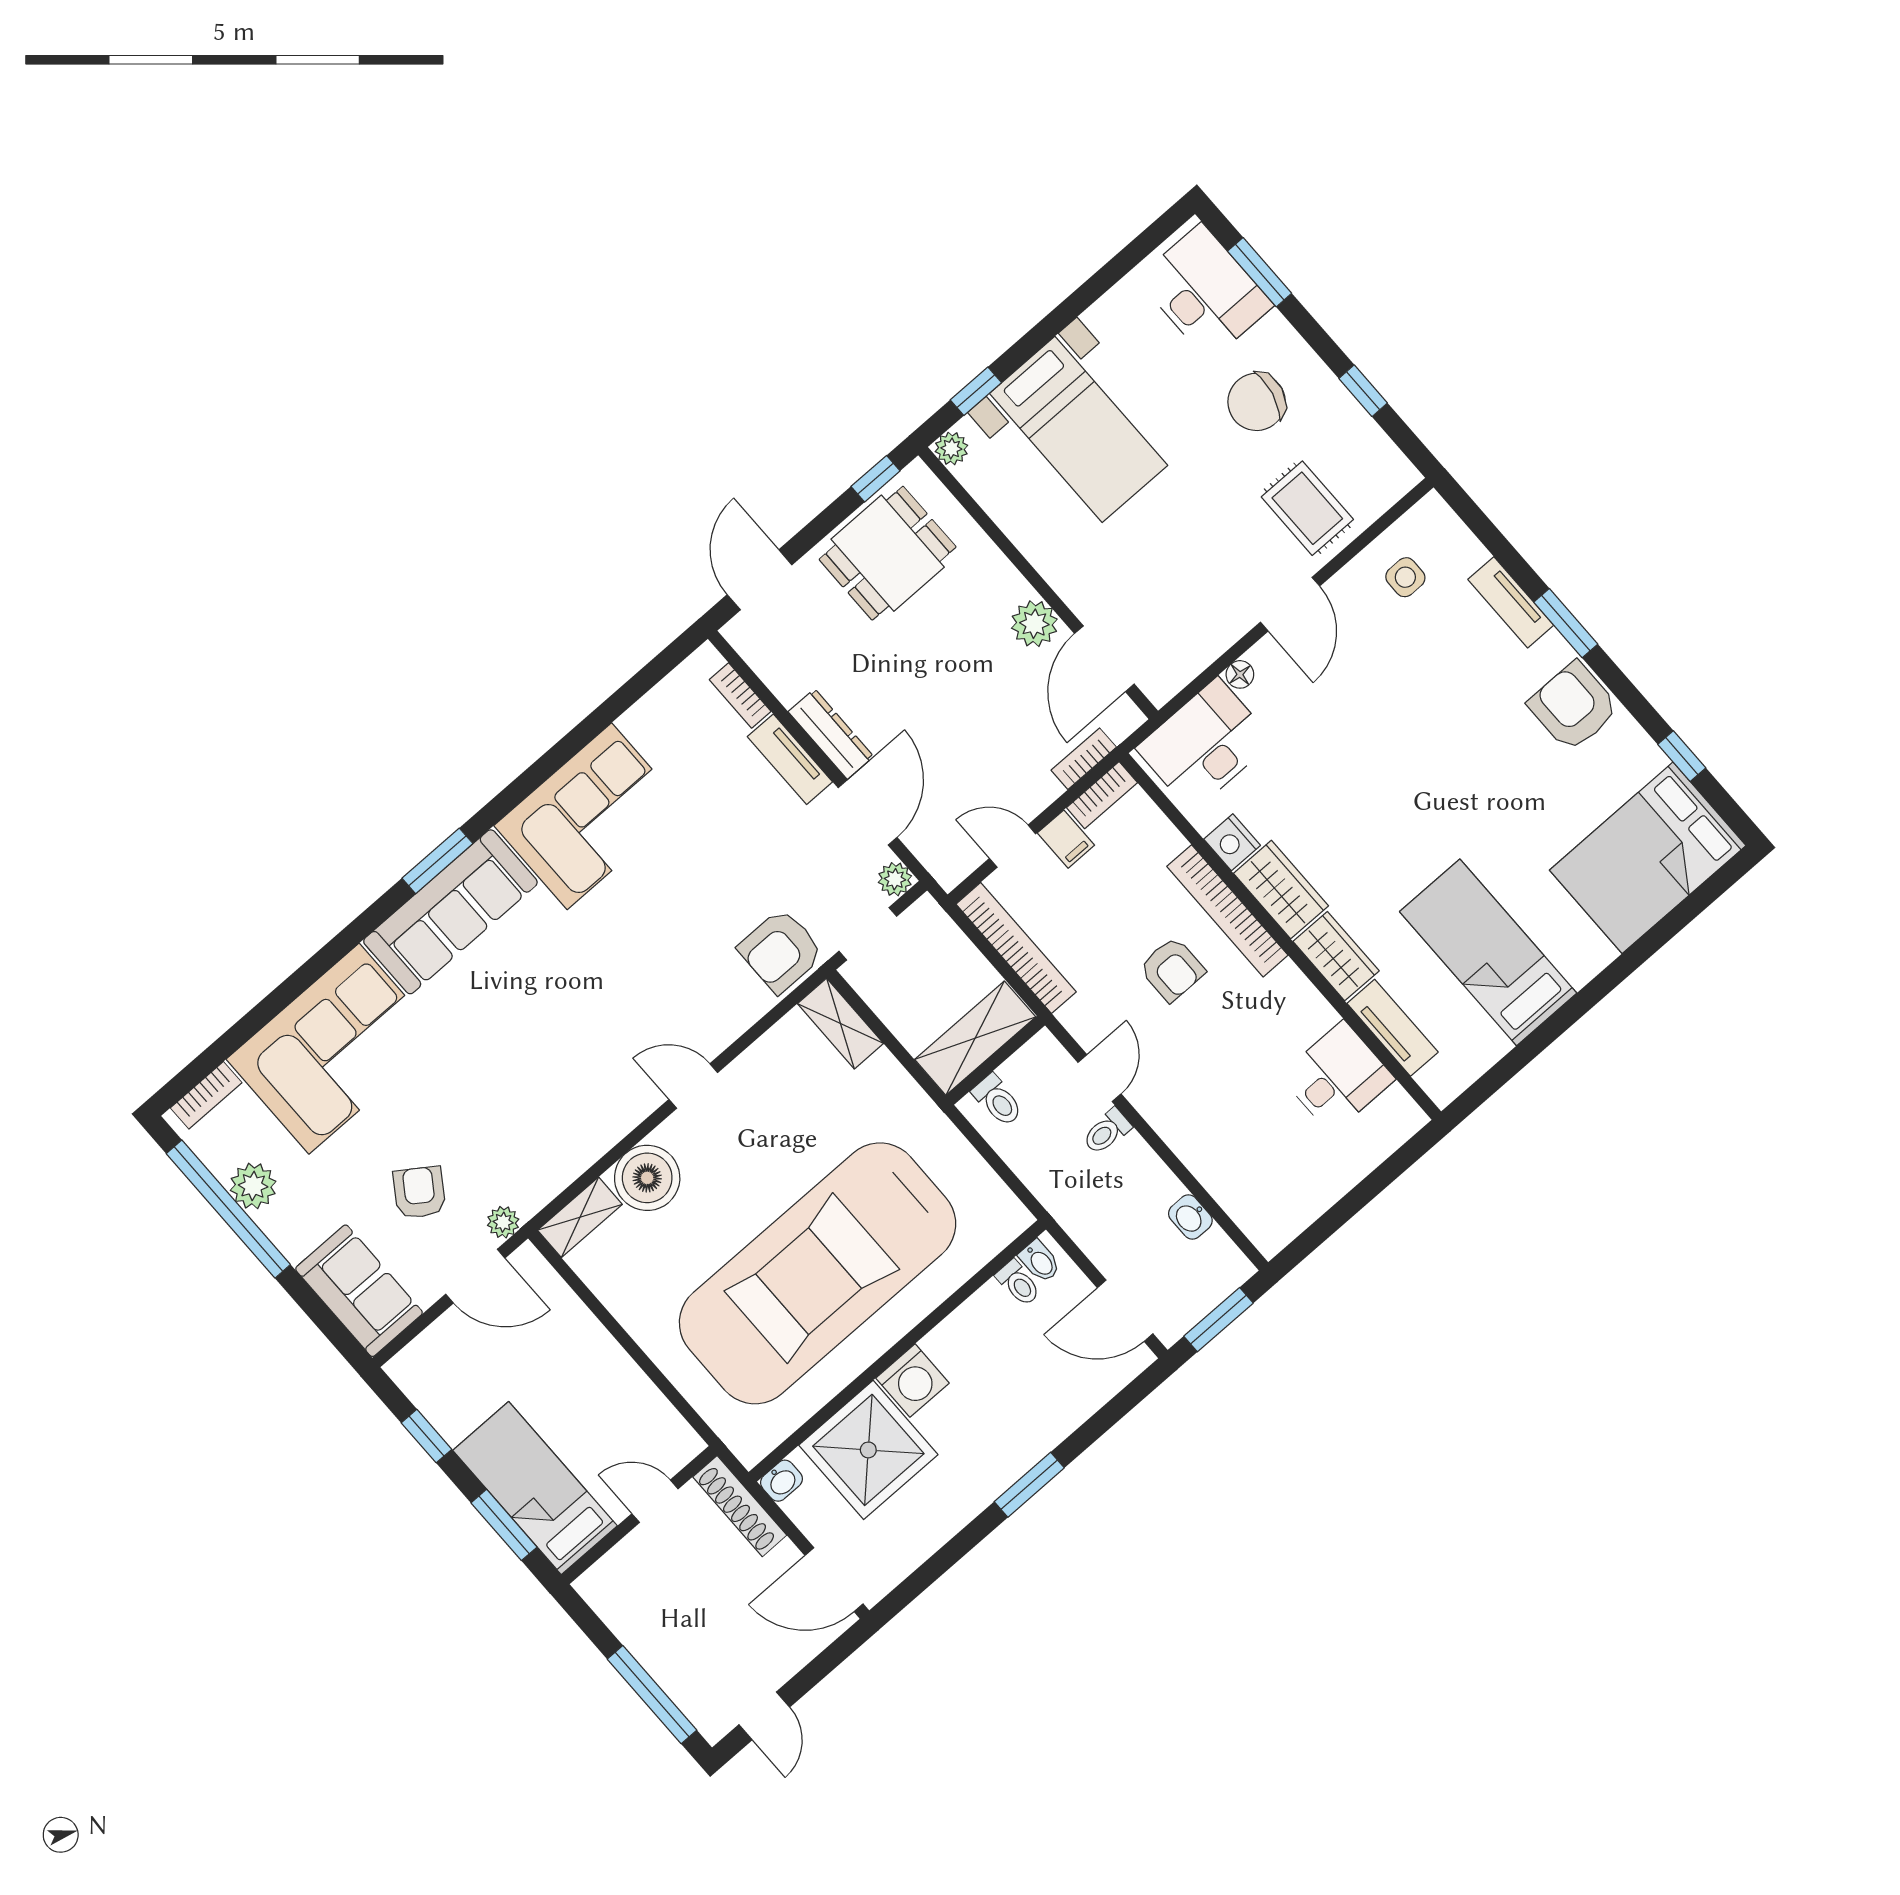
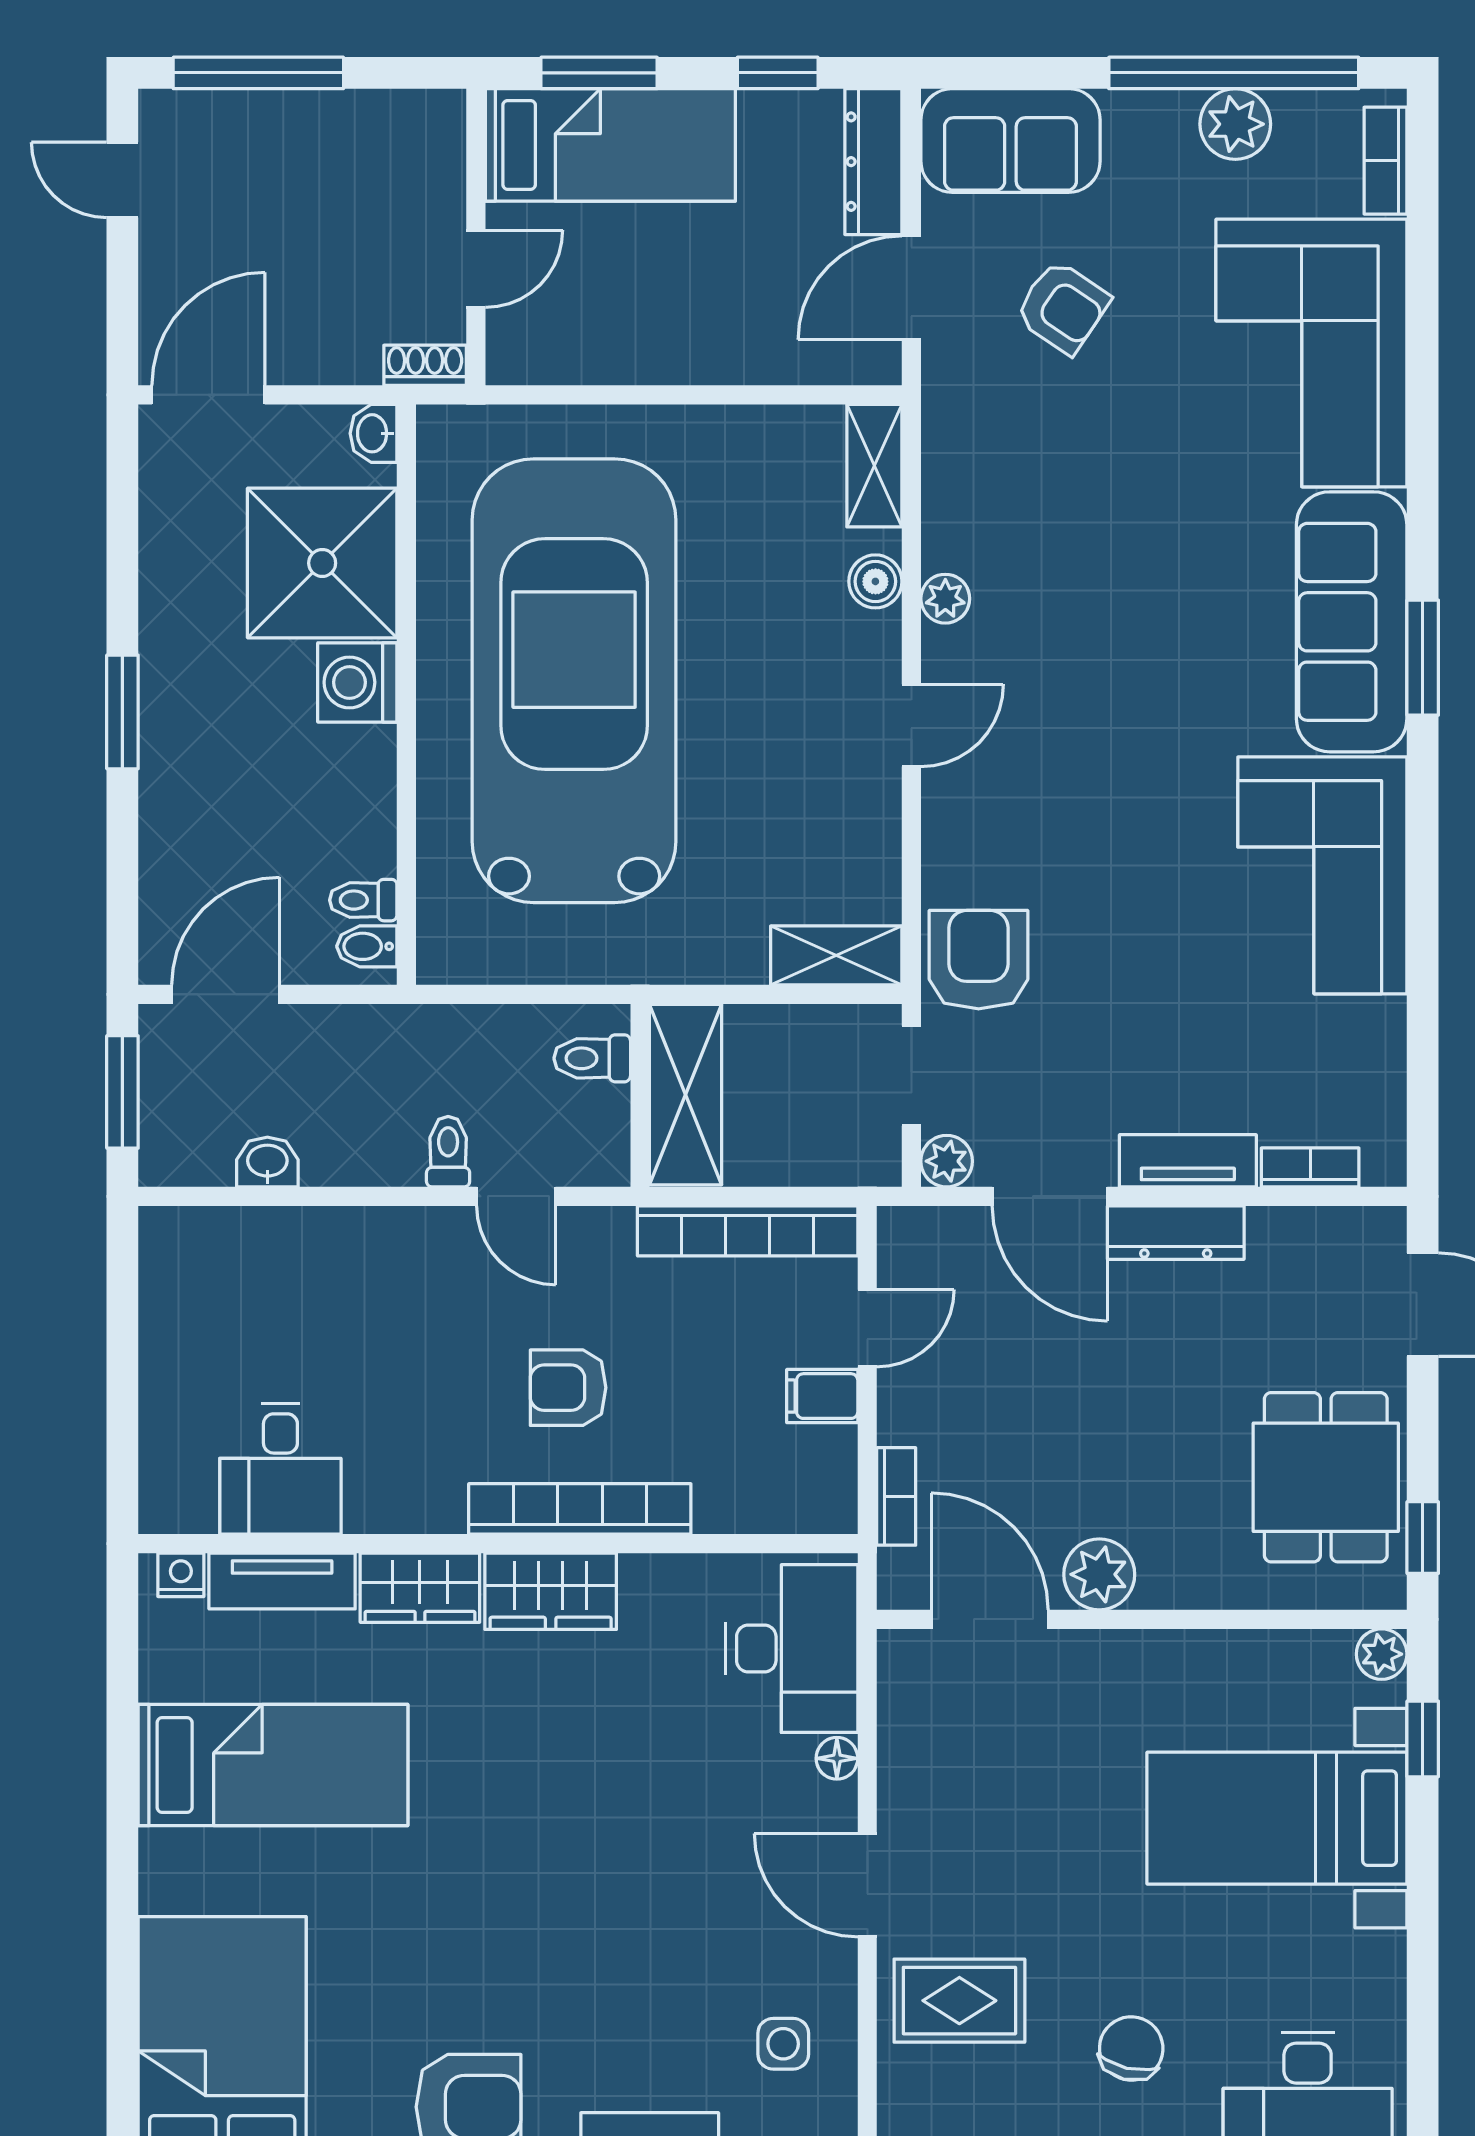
chair: (1257, 402) -> (1131, 2048), width x0.73, depth x0.73
bookcase: (1102, 795) -> (836, 1481), removed
nightstand: (1232, 842) -> (181, 1575), moved, width x0.72, depth x0.74
boiler: (647, 1178) -> (875, 581), width x0.54, depth x0.54
plant: (503, 1222) -> (945, 599), moved
dresser: (429, 1350) -> (873, 162), added
shoe rack: (740, 1506) -> (425, 365), width x0.51, depth x0.81

